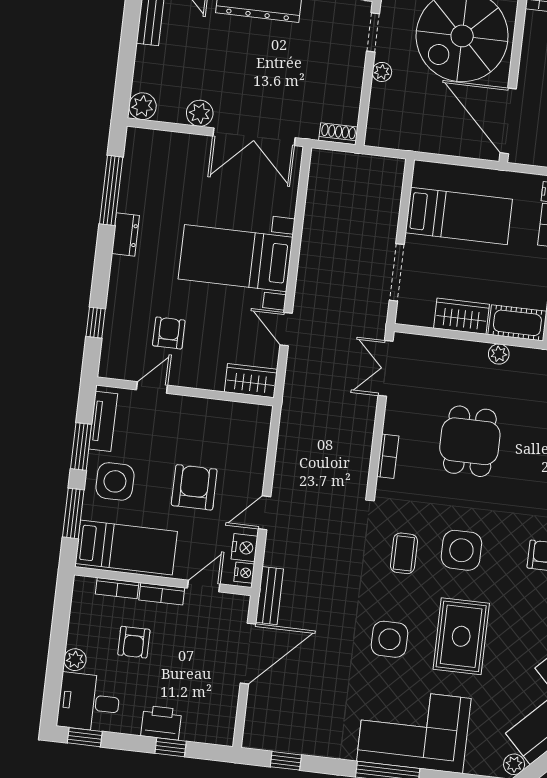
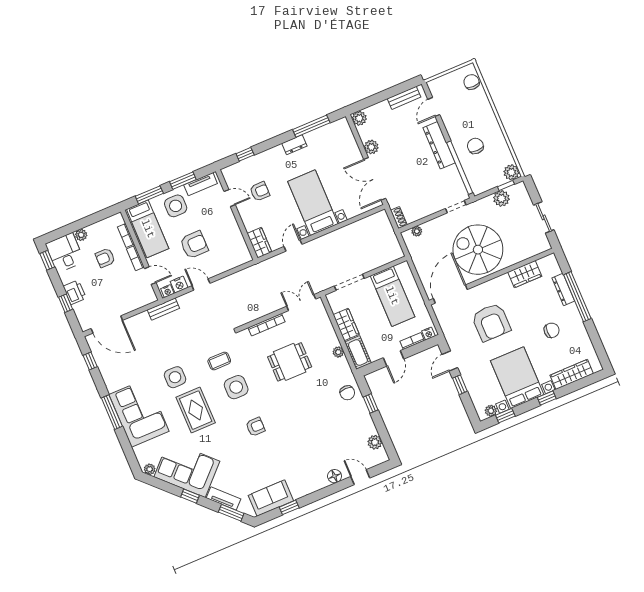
plant: (382, 72) -> (417, 231), moved
bookcase: (388, 456) -> (267, 325), width x1.56
rug: (461, 636) -> (196, 410), turned 90
door: (248, 654) -> (107, 324), moved

